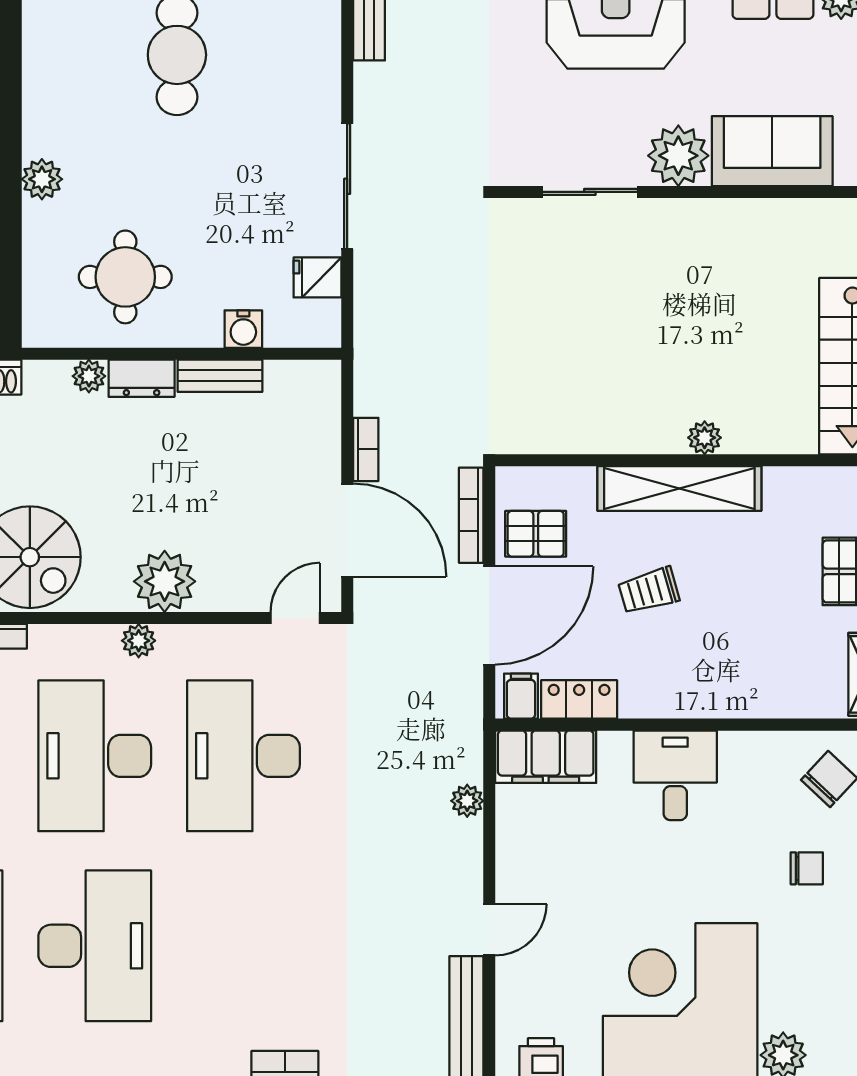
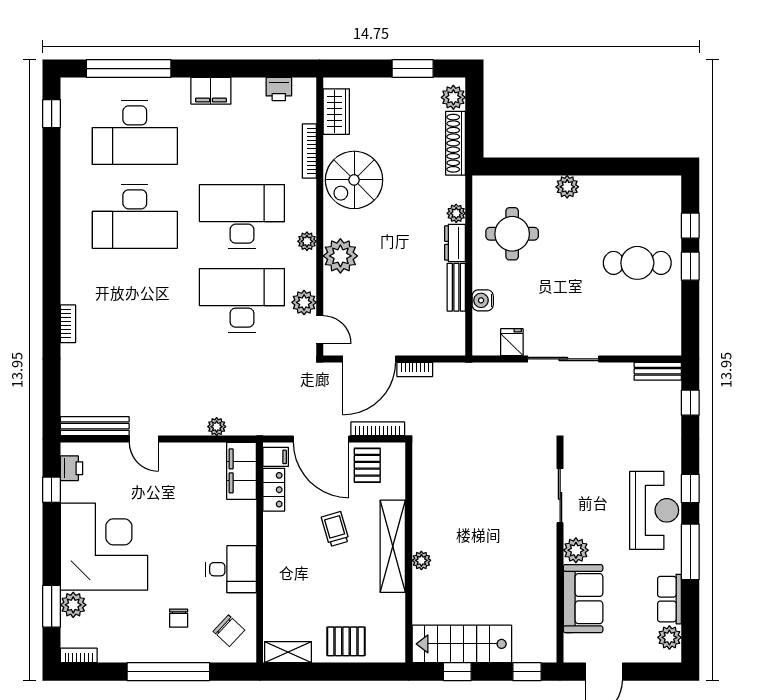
plant: (678, 156) -> (576, 550), width x0.73, depth x0.73
plant: (247, 646) -> (304, 302), added
desk: (675, 775) -> (231, 569), moved

